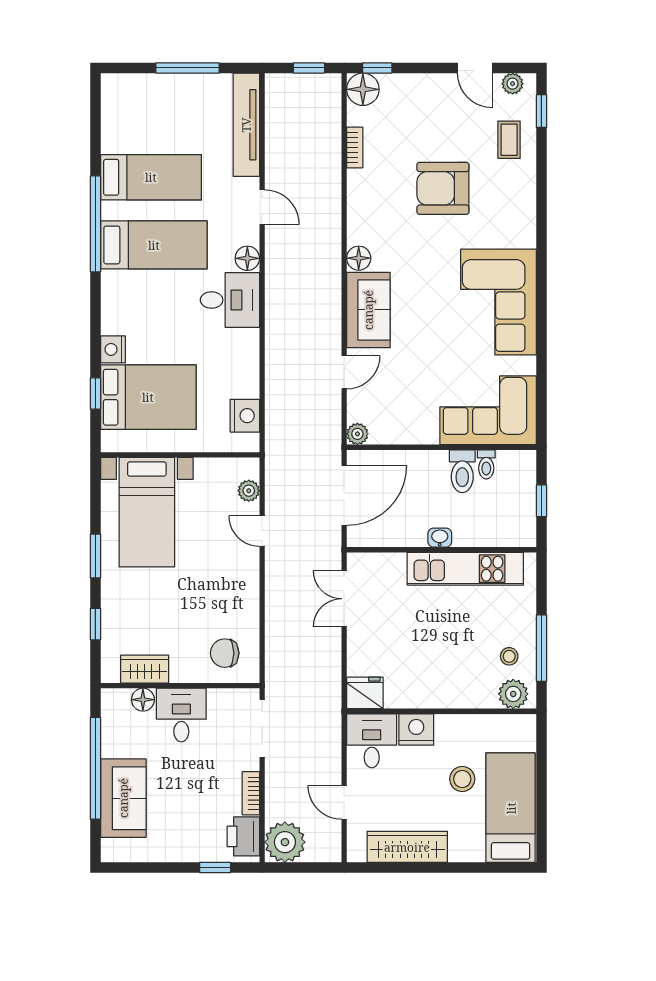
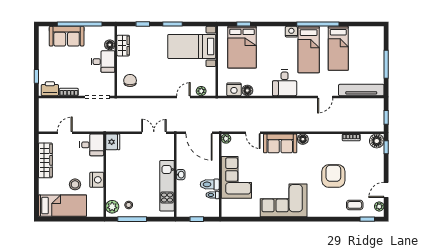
floor lamp: (247, 258) -> (247, 90), moved
nightstand: (113, 349) -> (291, 32), moved
corner sofa: (488, 410) -> (236, 177), moved
nightstand: (416, 729) -> (97, 180), moved
plant: (285, 842) -> (47, 107), removed

